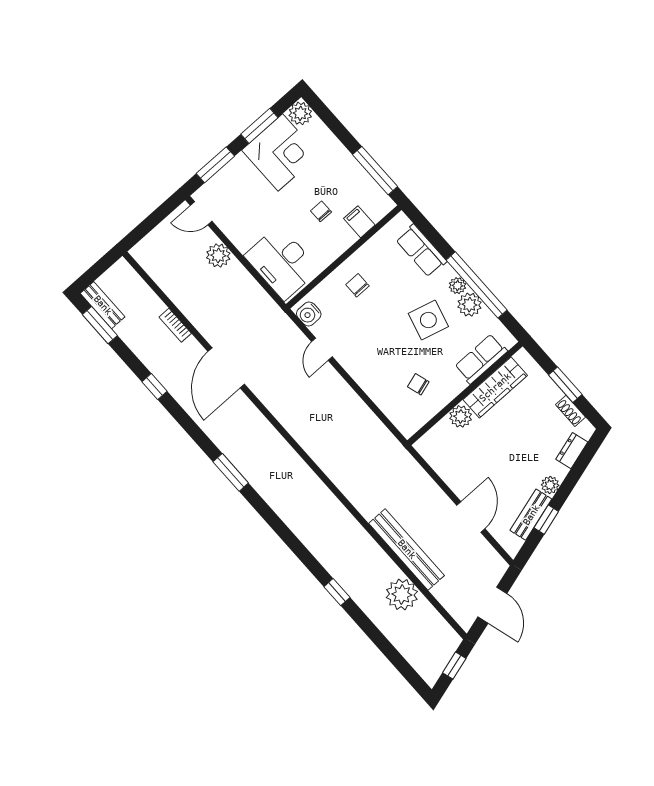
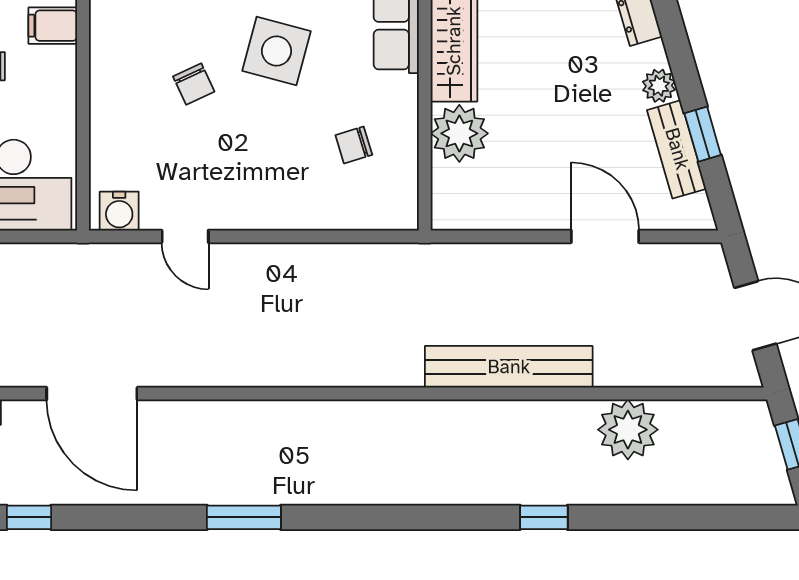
chair: (357, 285) -> (194, 84), moved, turned -115
plant: (461, 416) -> (459, 133), width x1.36, depth x1.36
bench: (407, 549) -> (509, 367), moved

